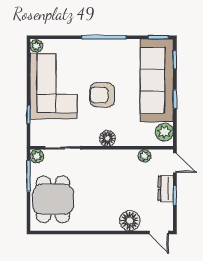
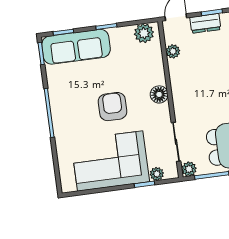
plant: (36, 46) -> (157, 174), moved
sofa: (157, 80) -> (76, 47), width x0.74, depth x0.79
armchair: (102, 95) -> (113, 107), turned 180

